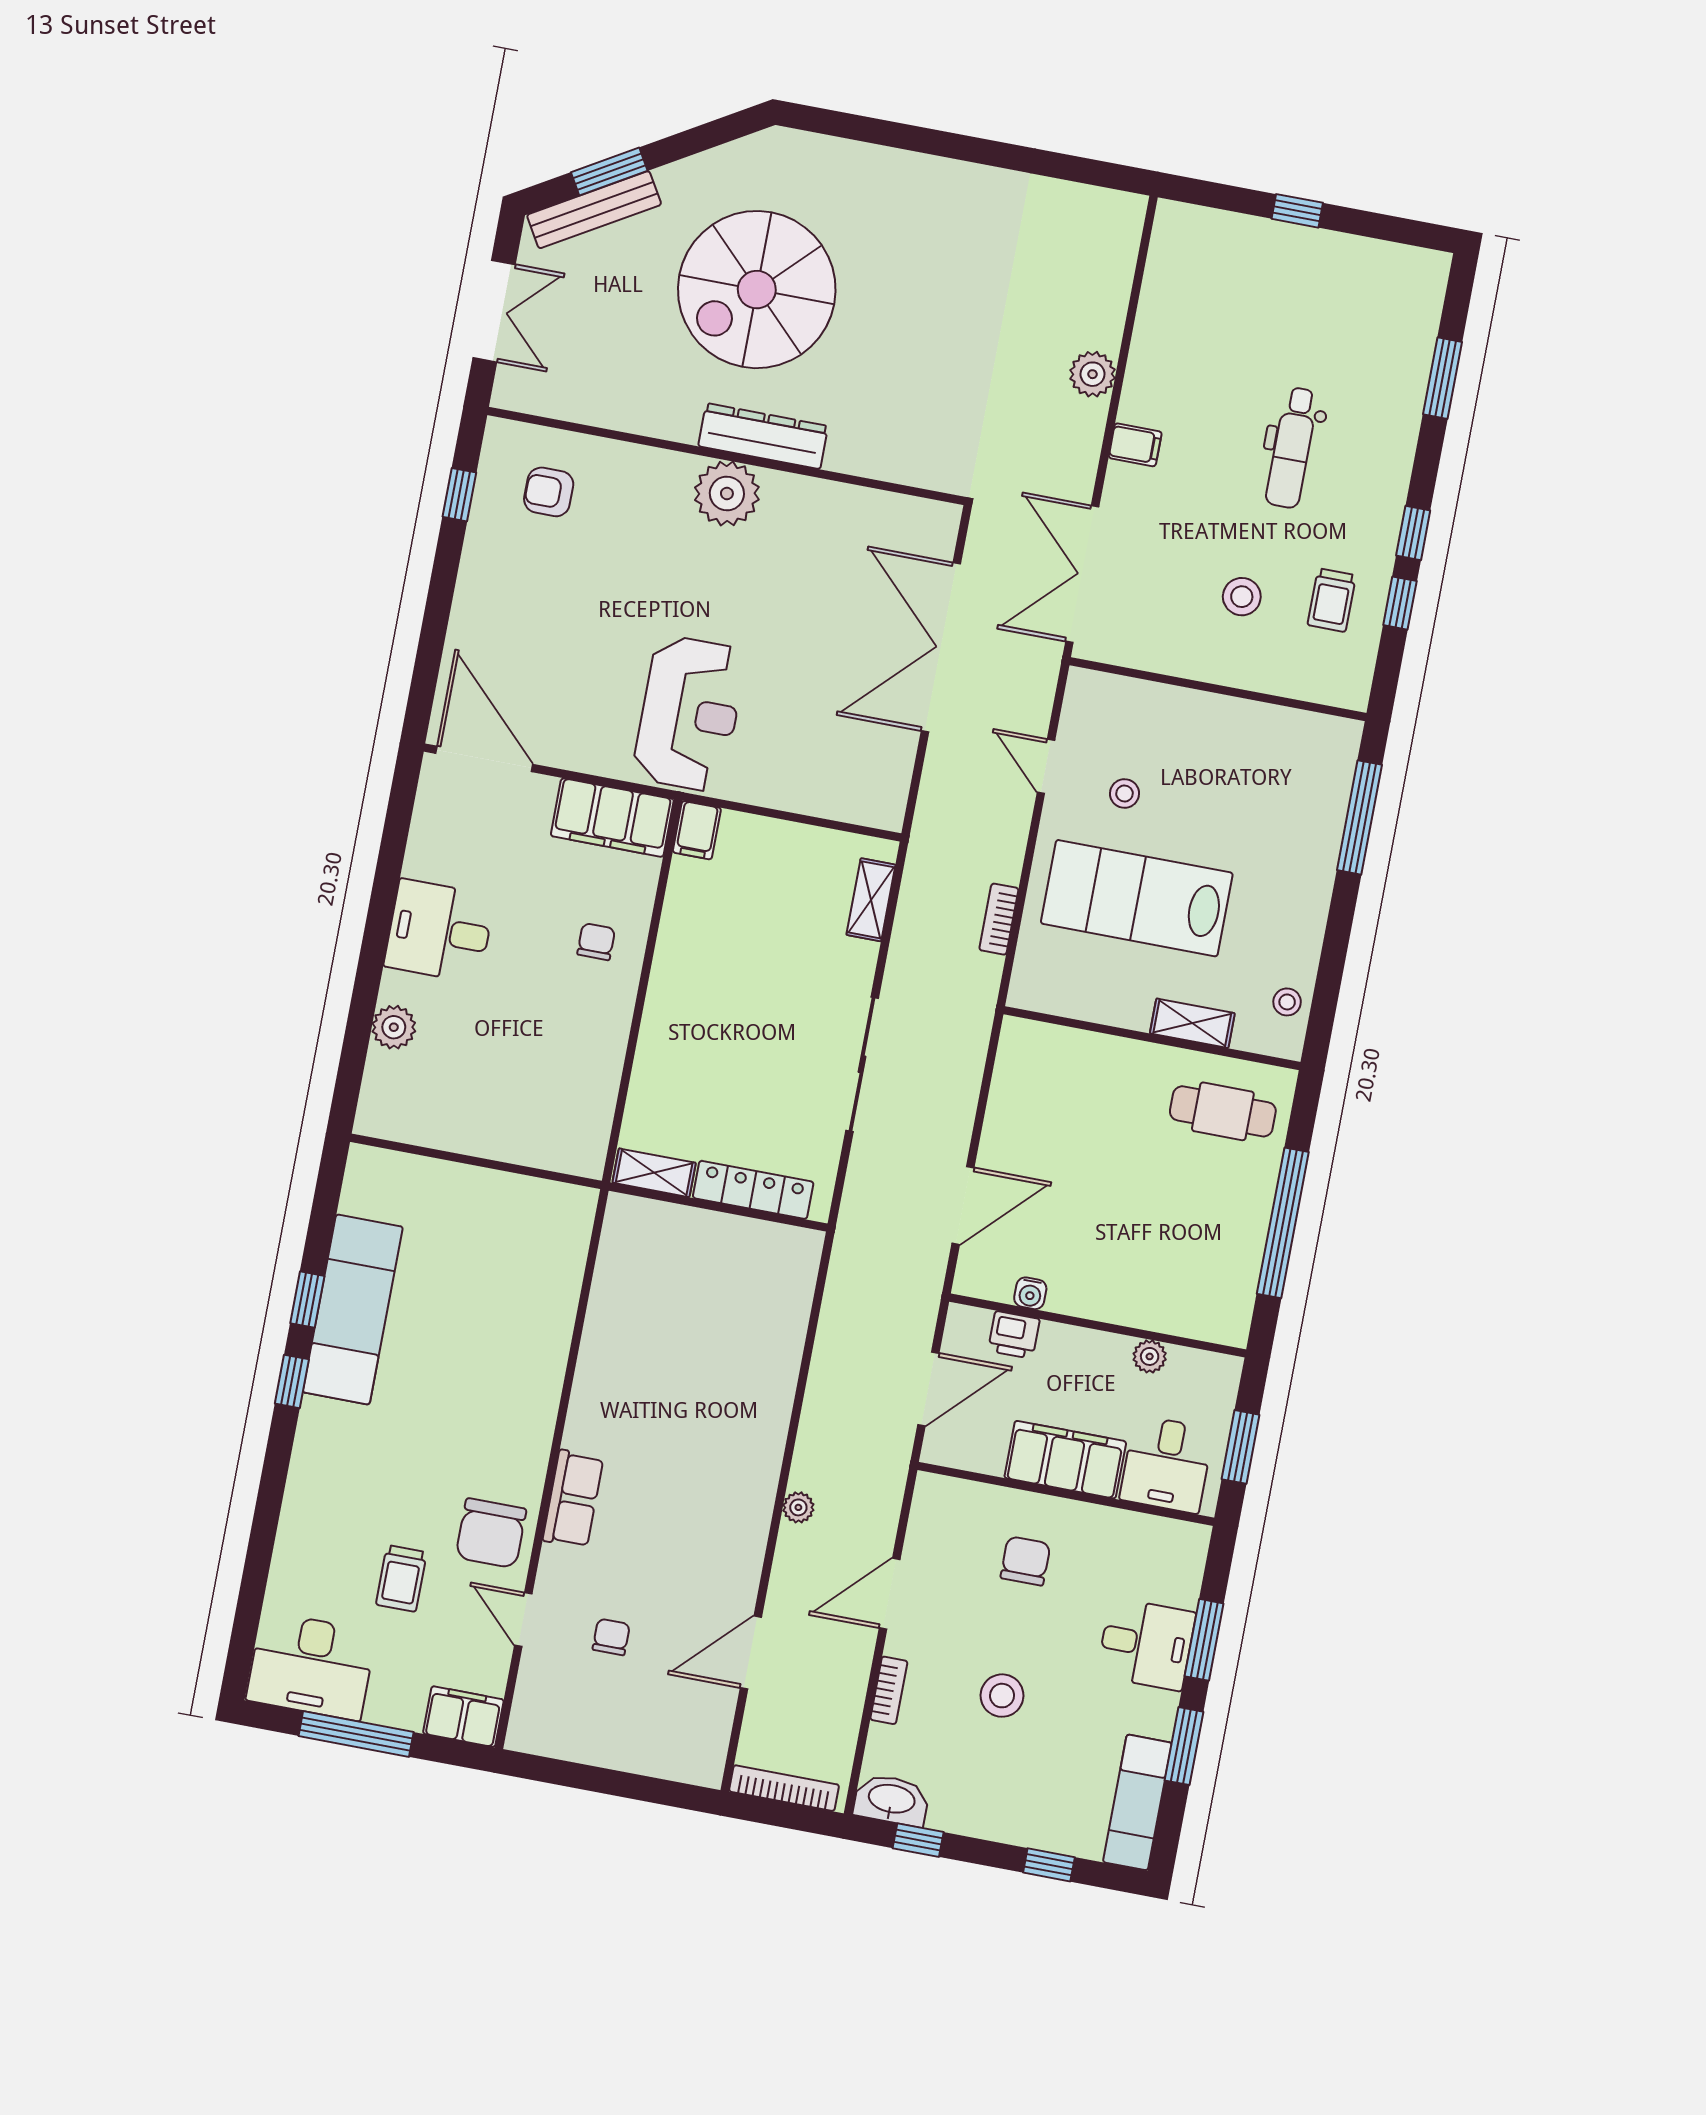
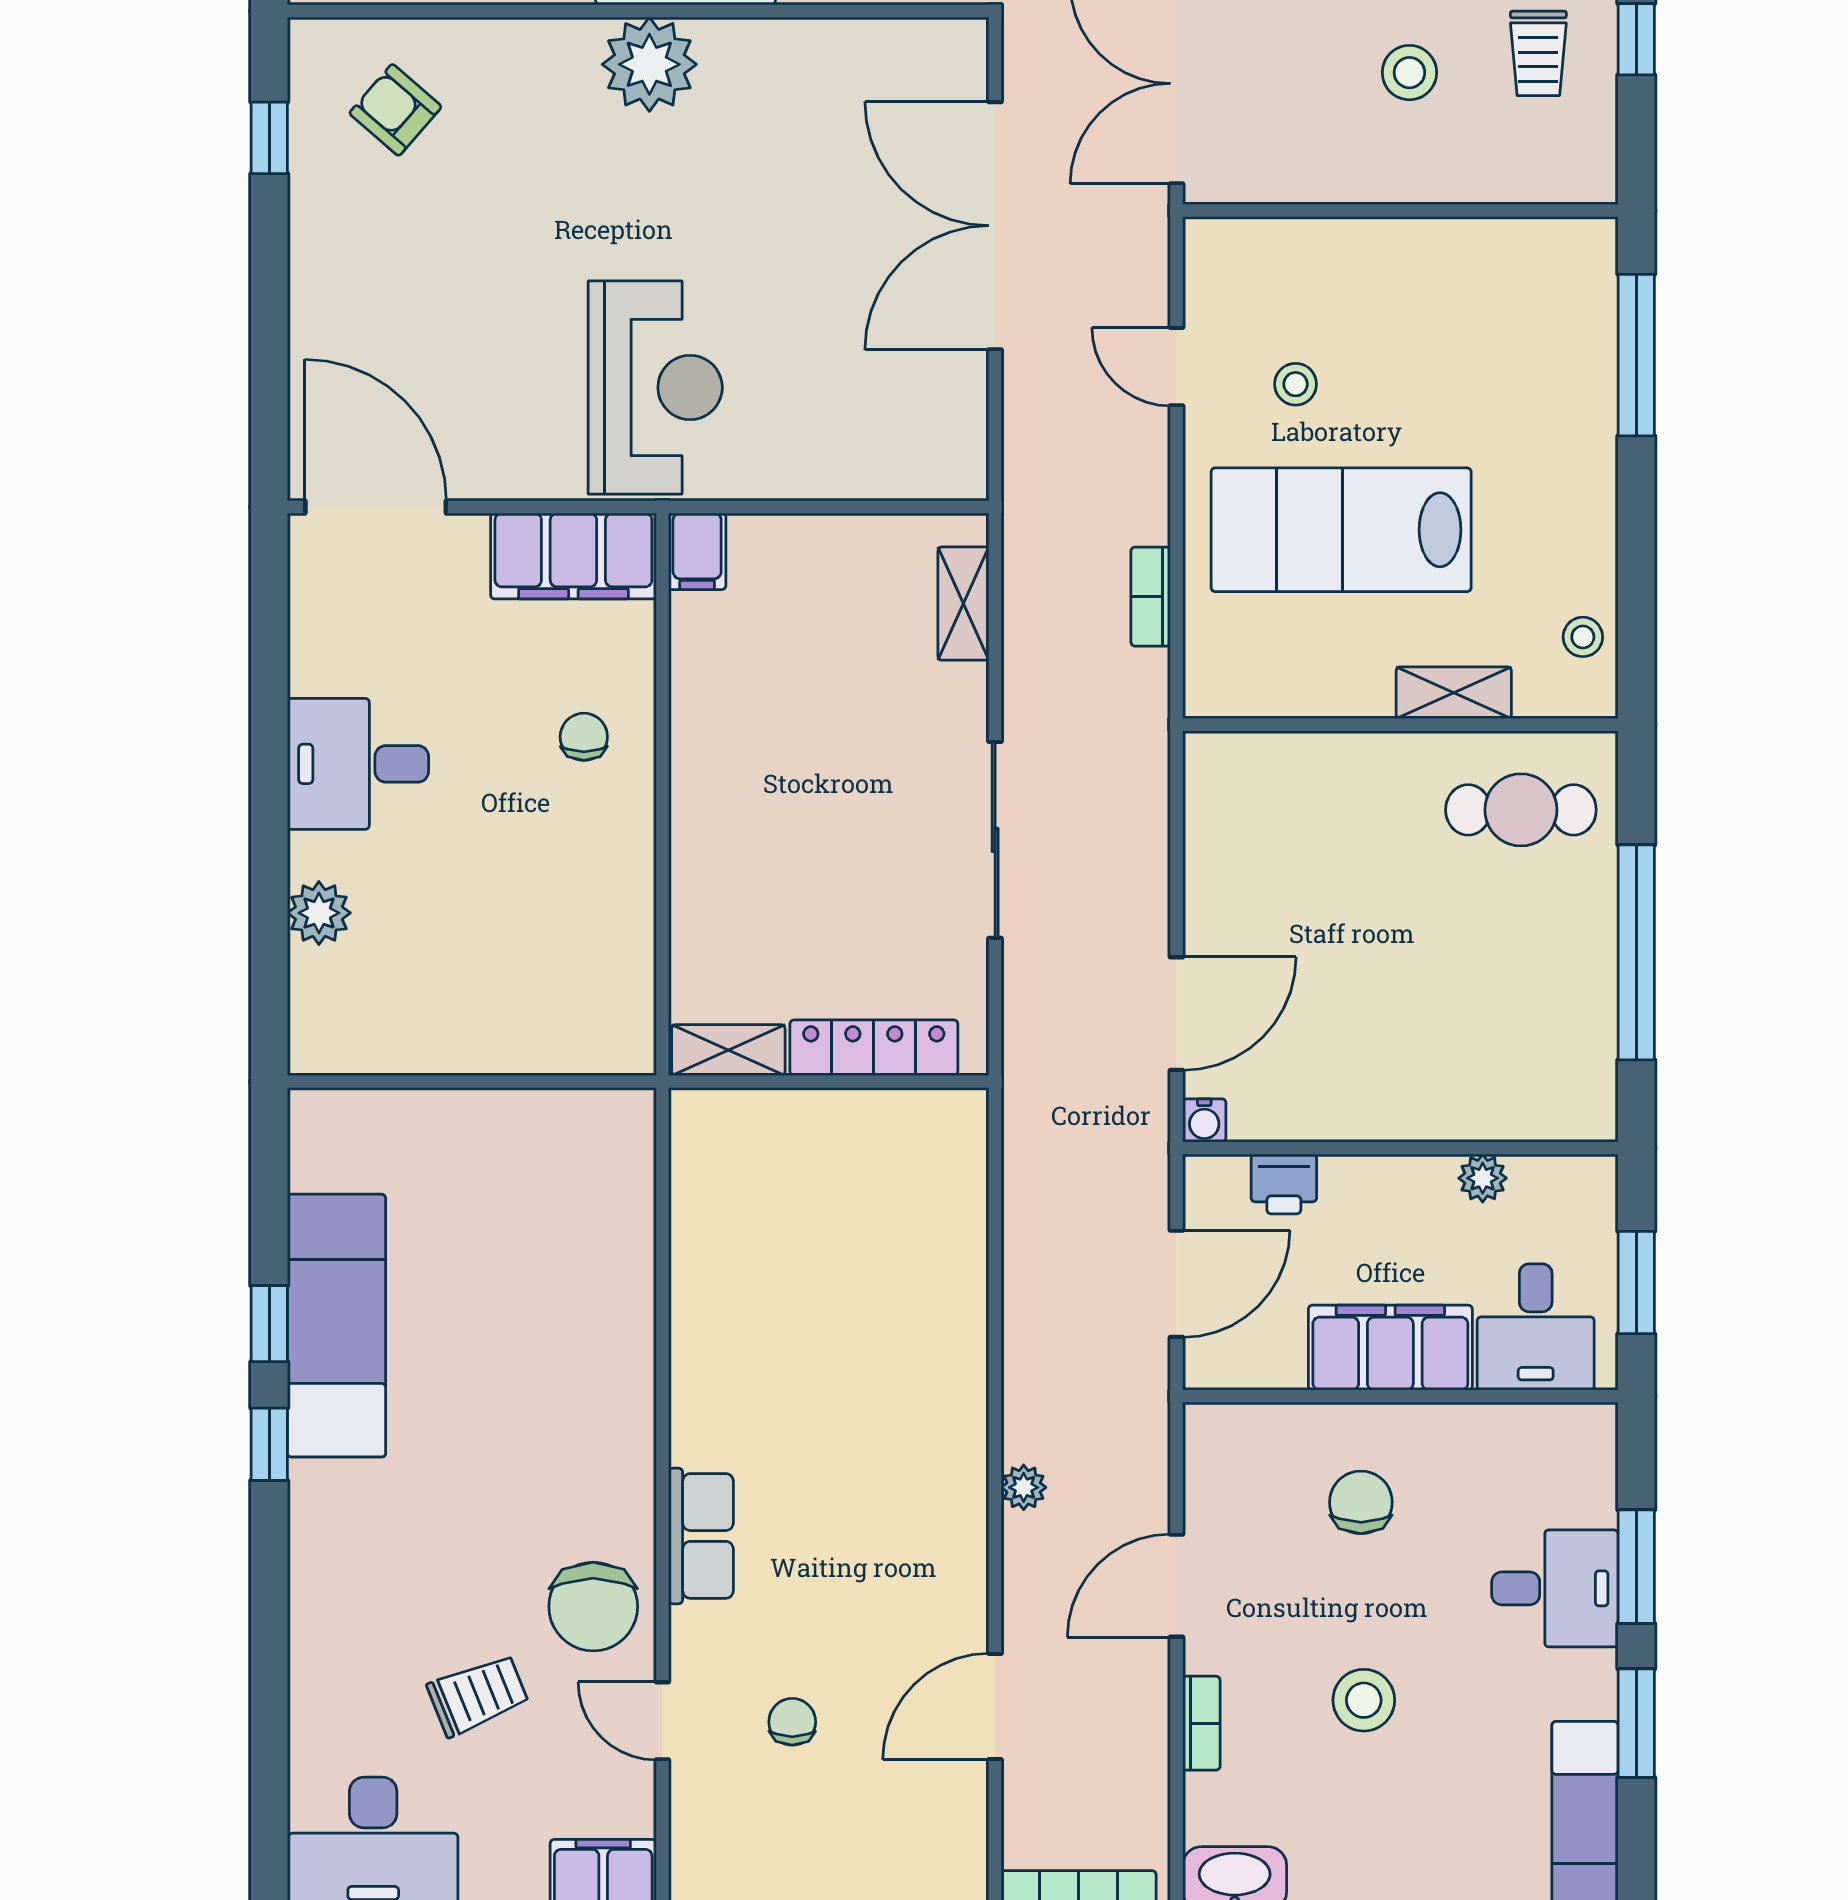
armchair: (549, 492) -> (395, 110), turned 41
water cooler: (1030, 1293) -> (1204, 1120), moved
trolley: (401, 1578) -> (478, 1695), turned -112

